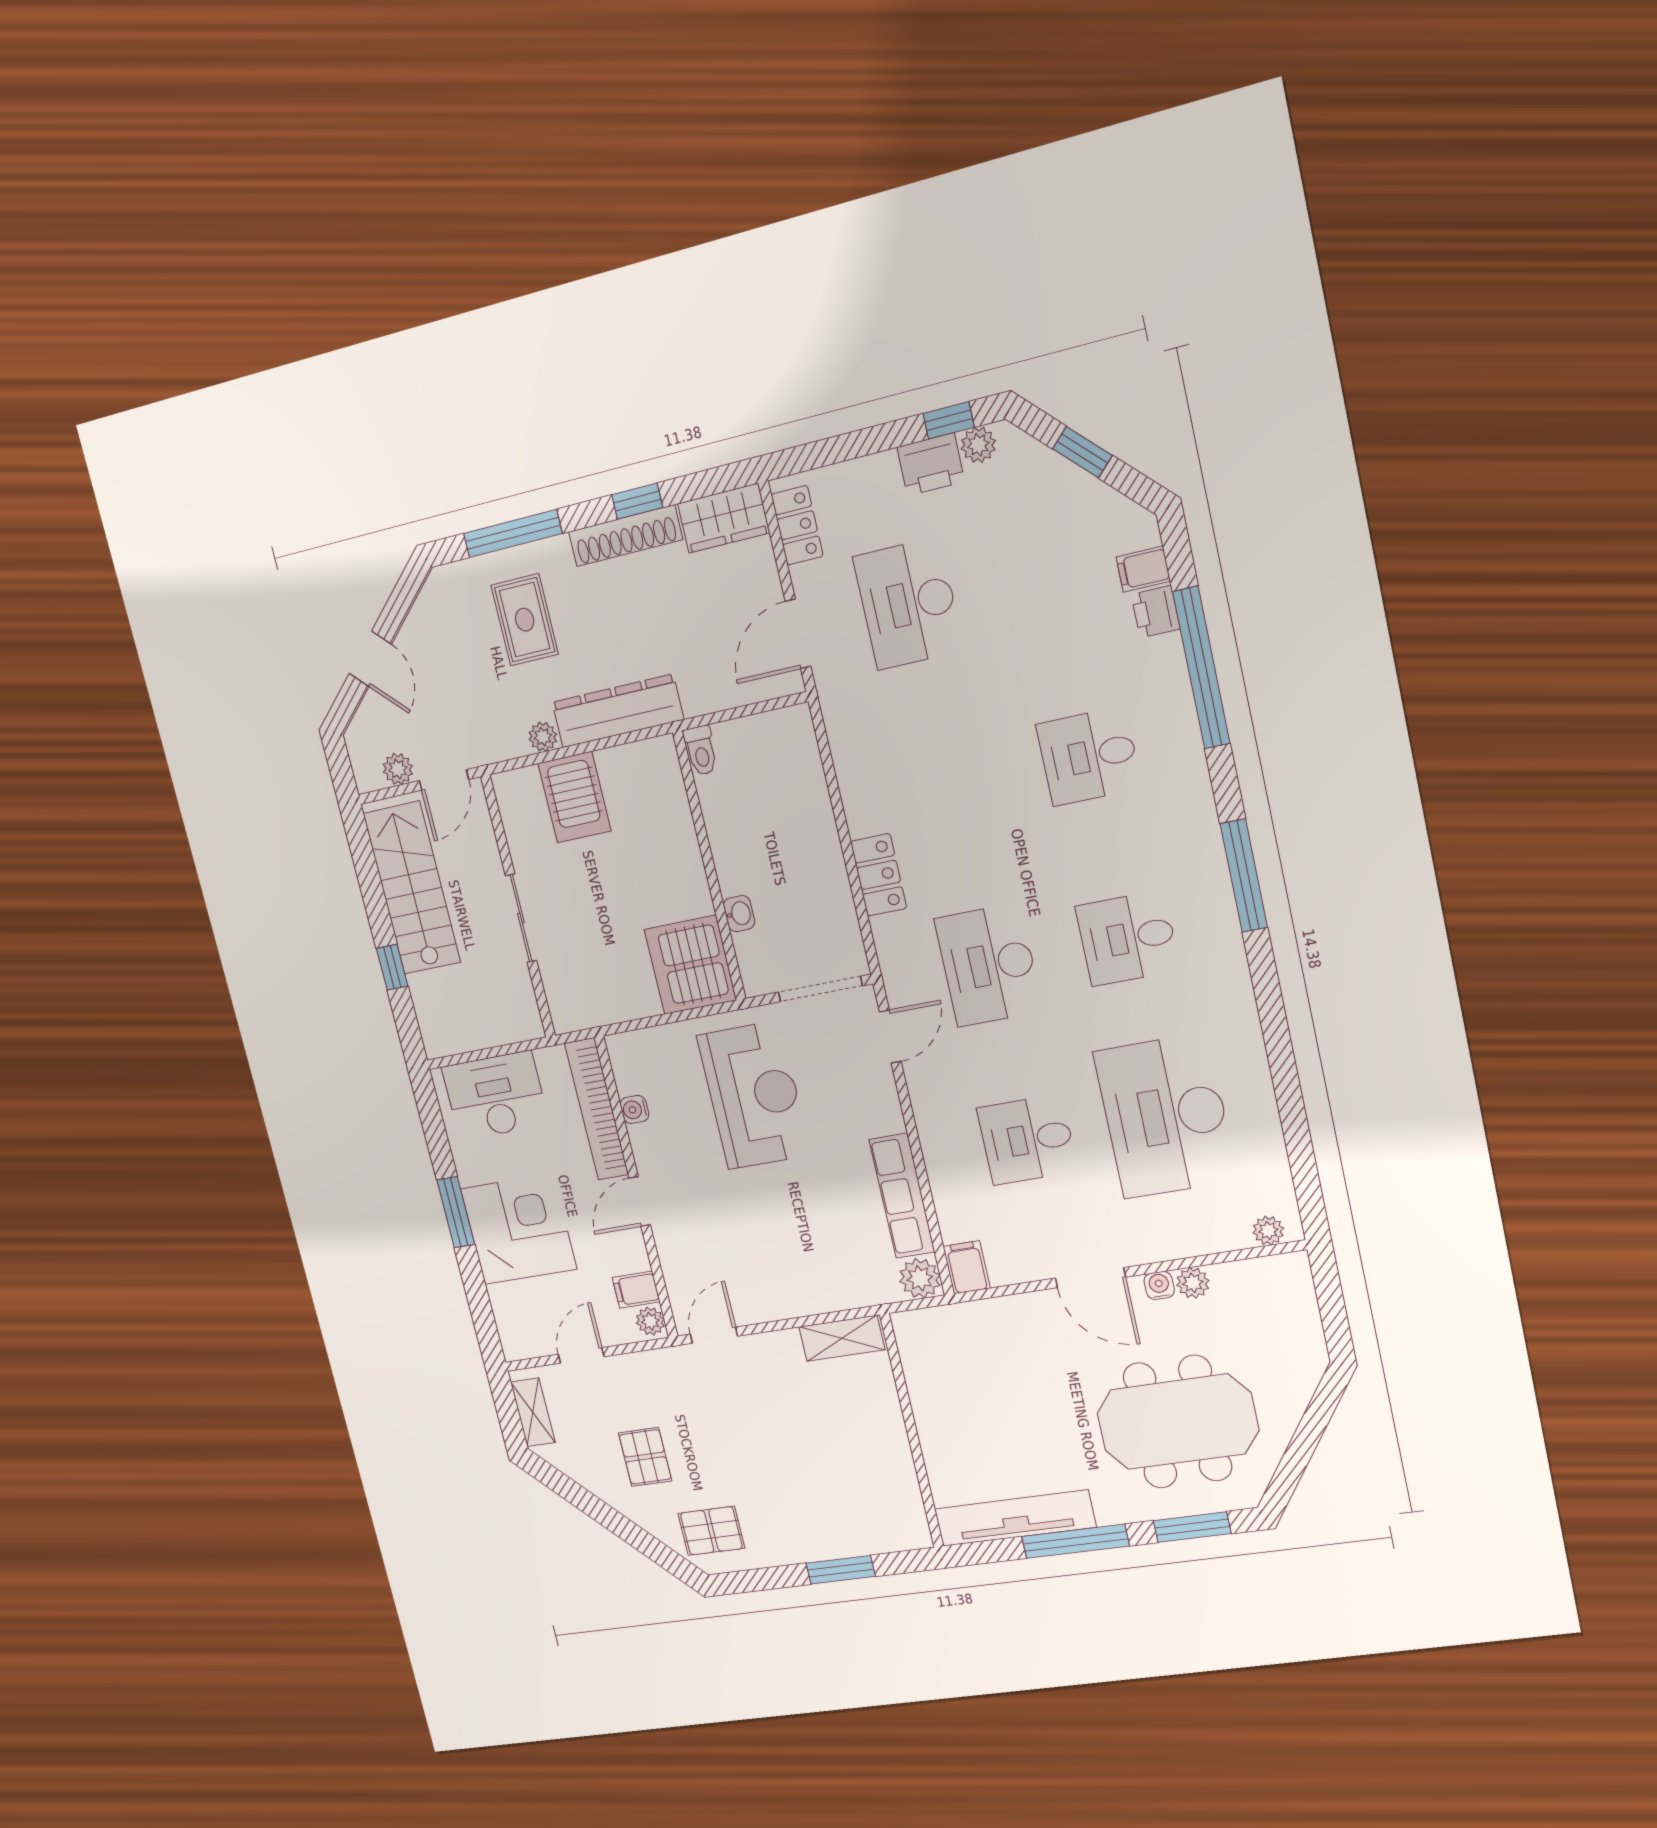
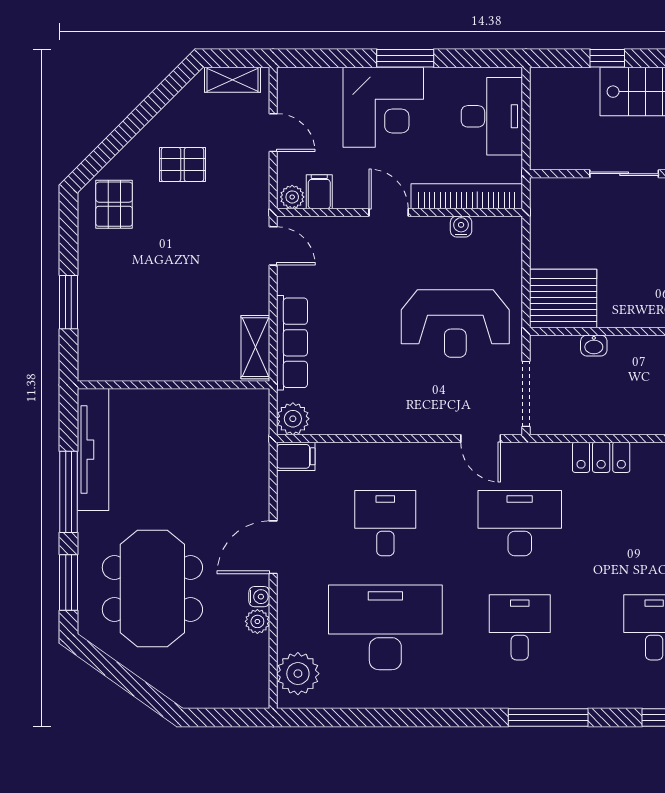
row of seats: (902, 1196) -> (292, 343), moved, turned 90
plant: (1268, 1231) -> (298, 674), width x1.87, depth x1.87

